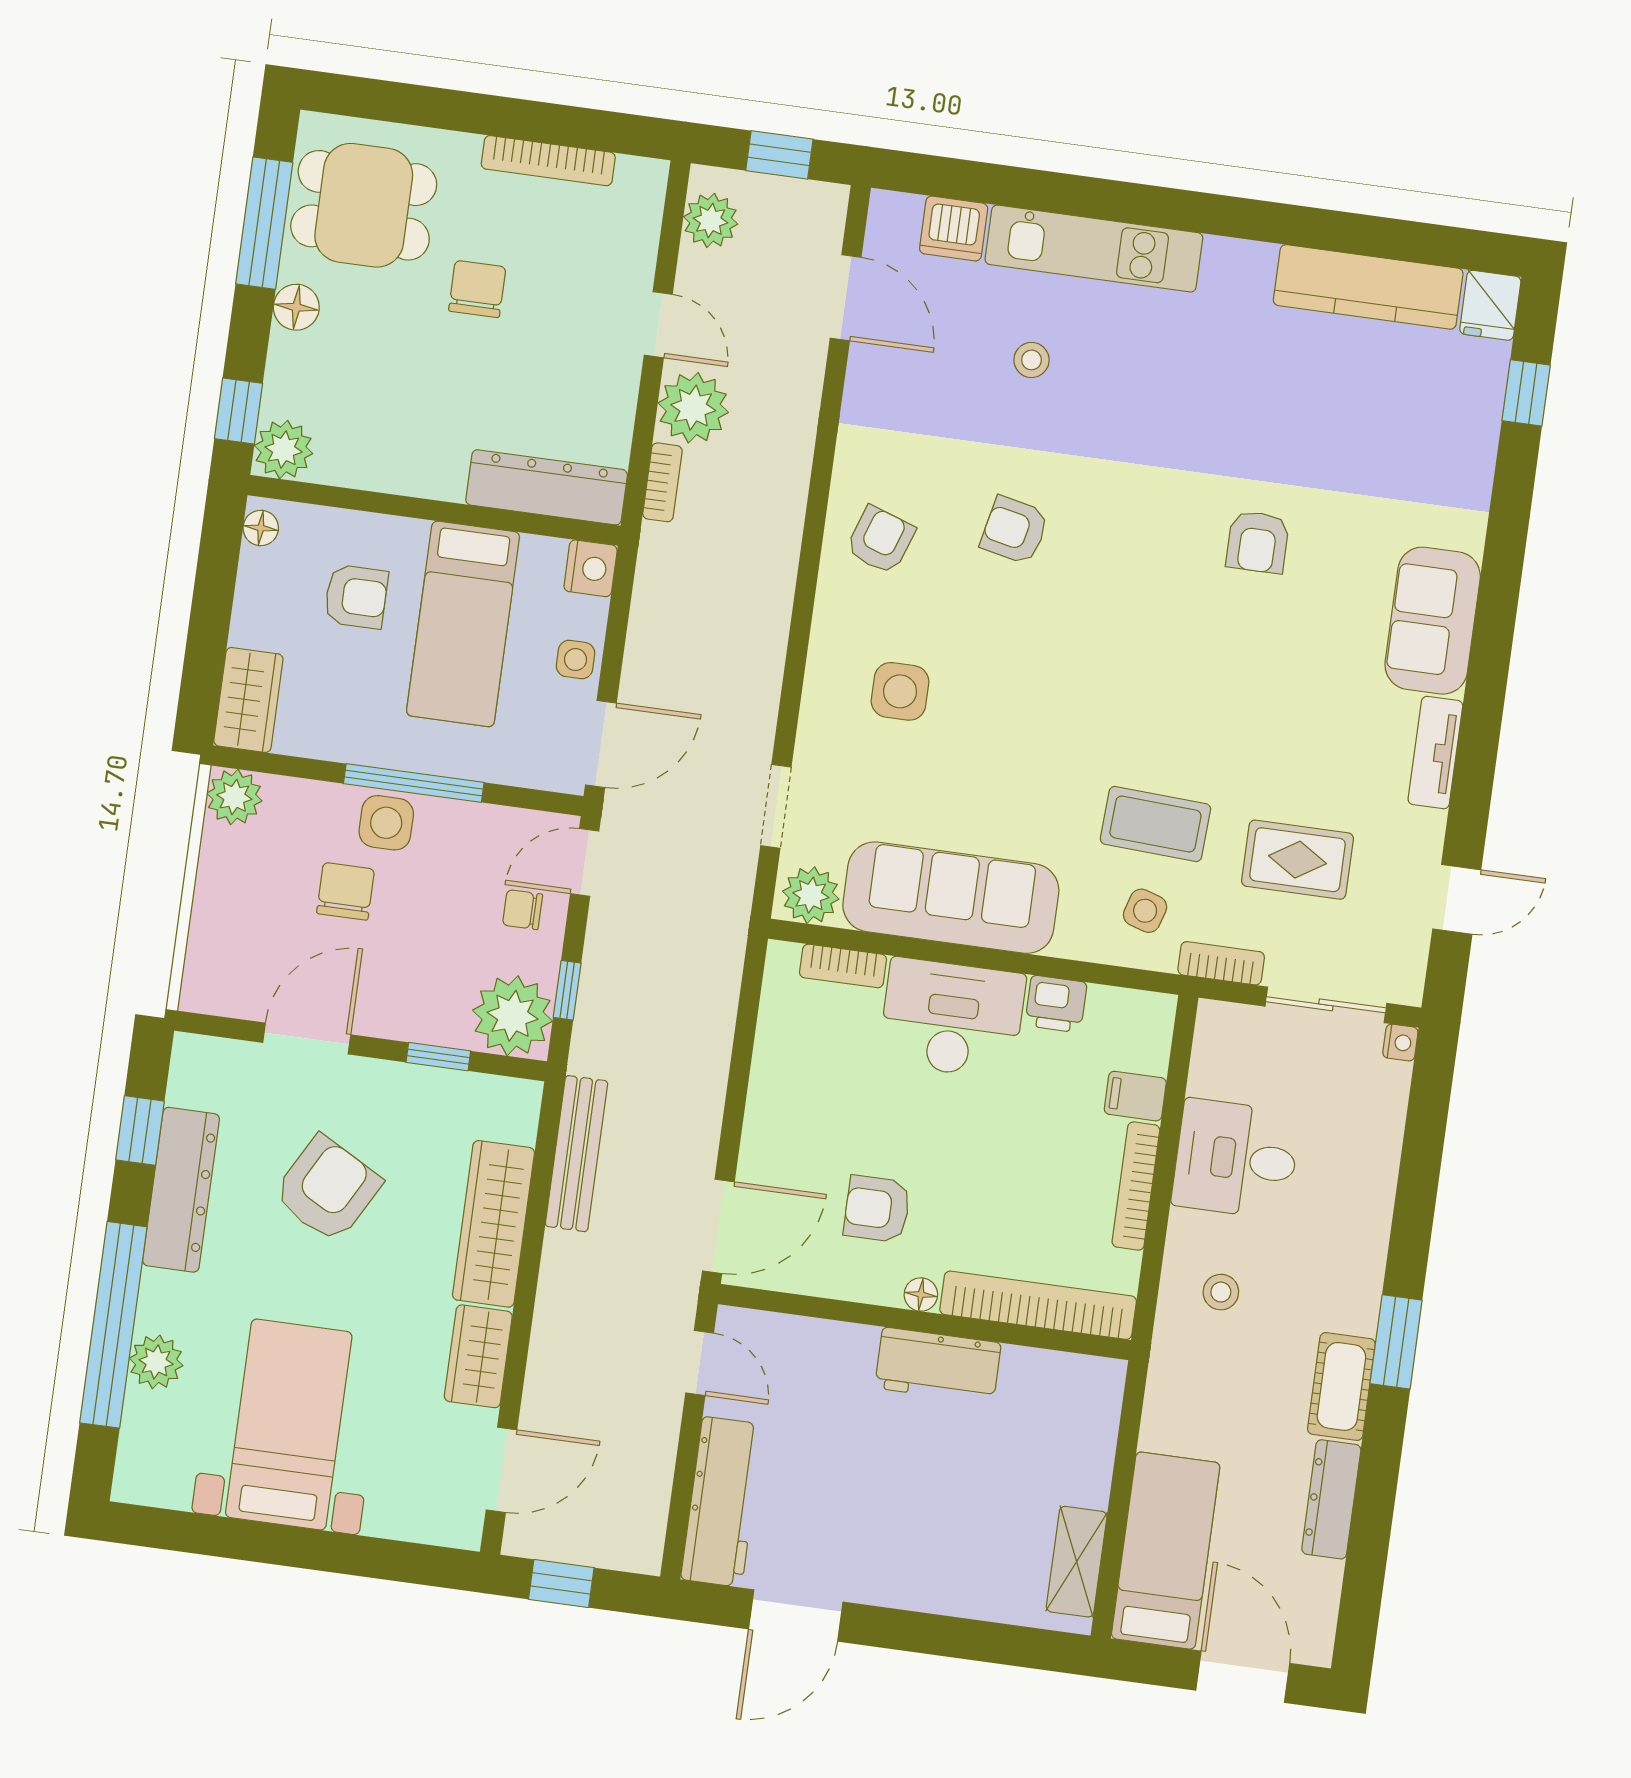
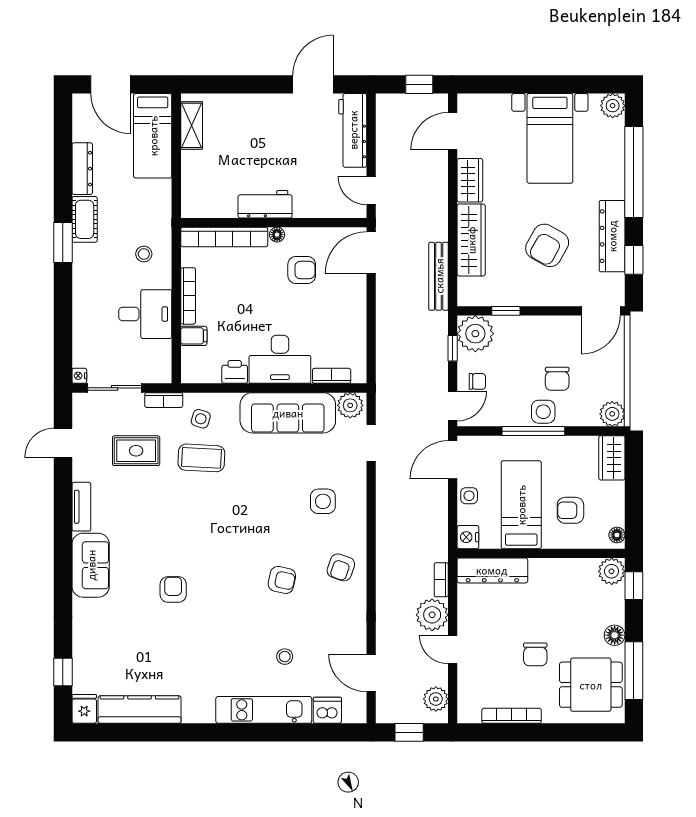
door: (307, 1039) -> (601, 311), moved
plant: (156, 1362) -> (613, 106), moved

